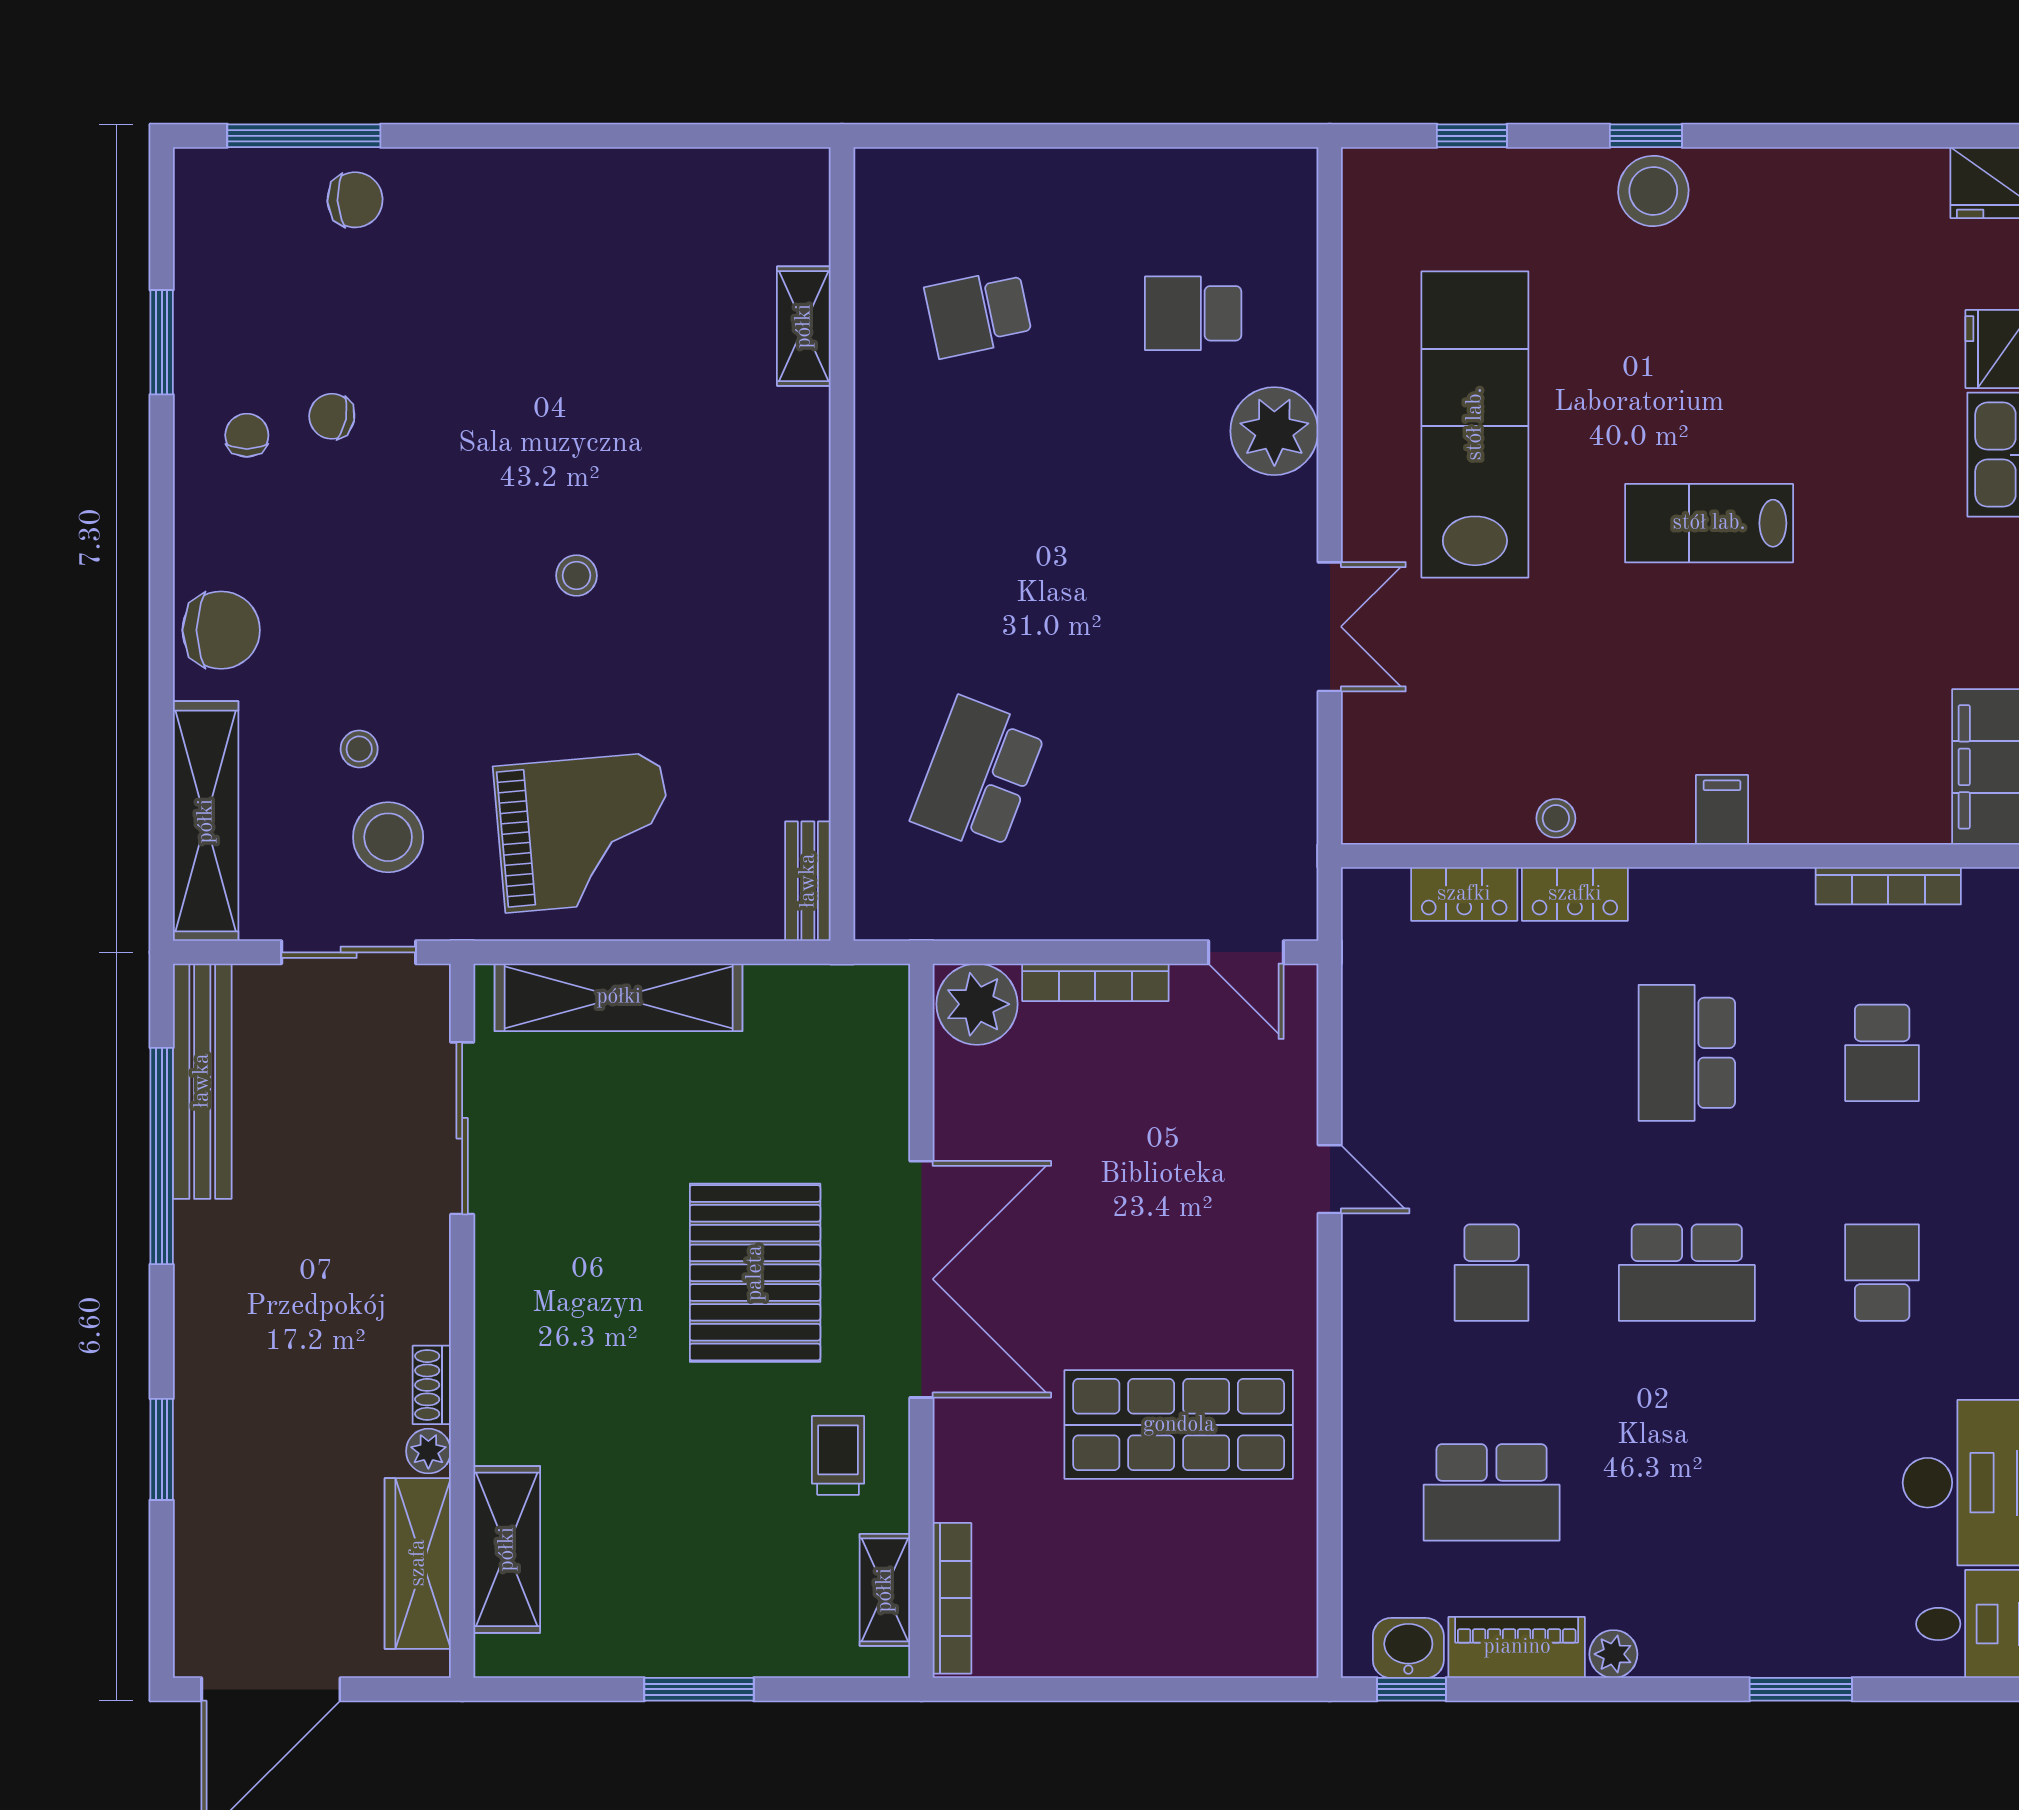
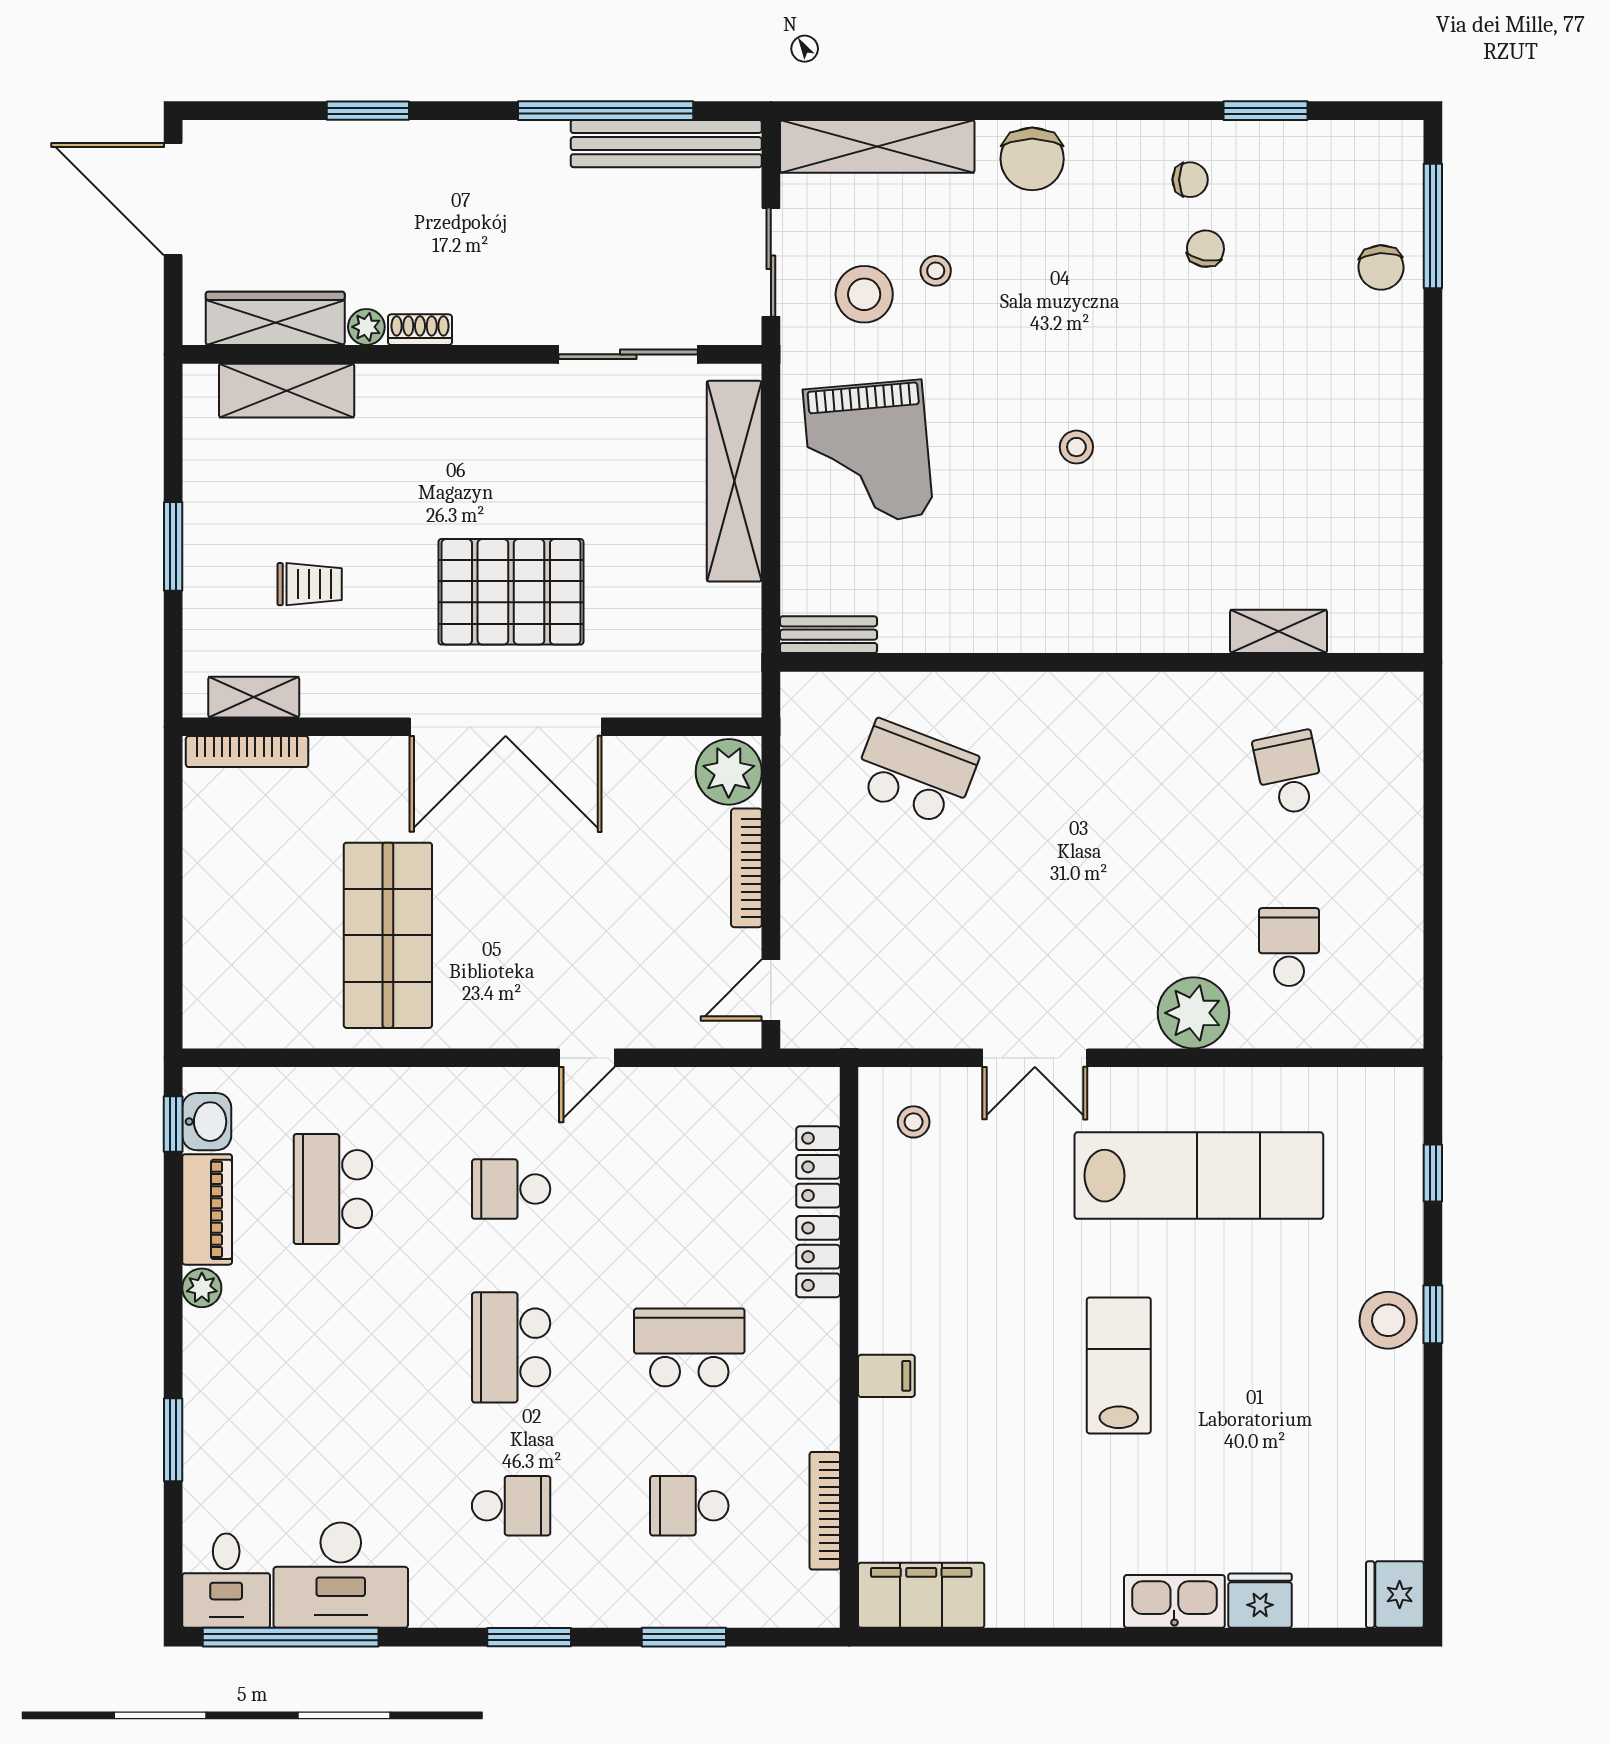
stool: (1556, 818) -> (914, 1122), moved
trolley: (838, 1455) -> (310, 584), moved

